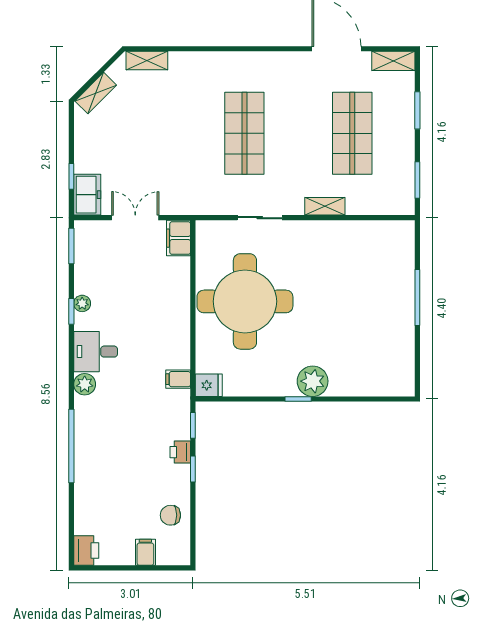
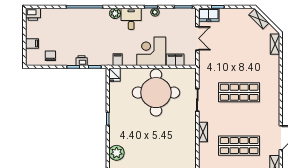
filing cabinet: (179, 238) -> (175, 60), moved
corner desk: (161, 311) -> (151, 51), added
plant: (313, 381) -> (117, 153), moved

